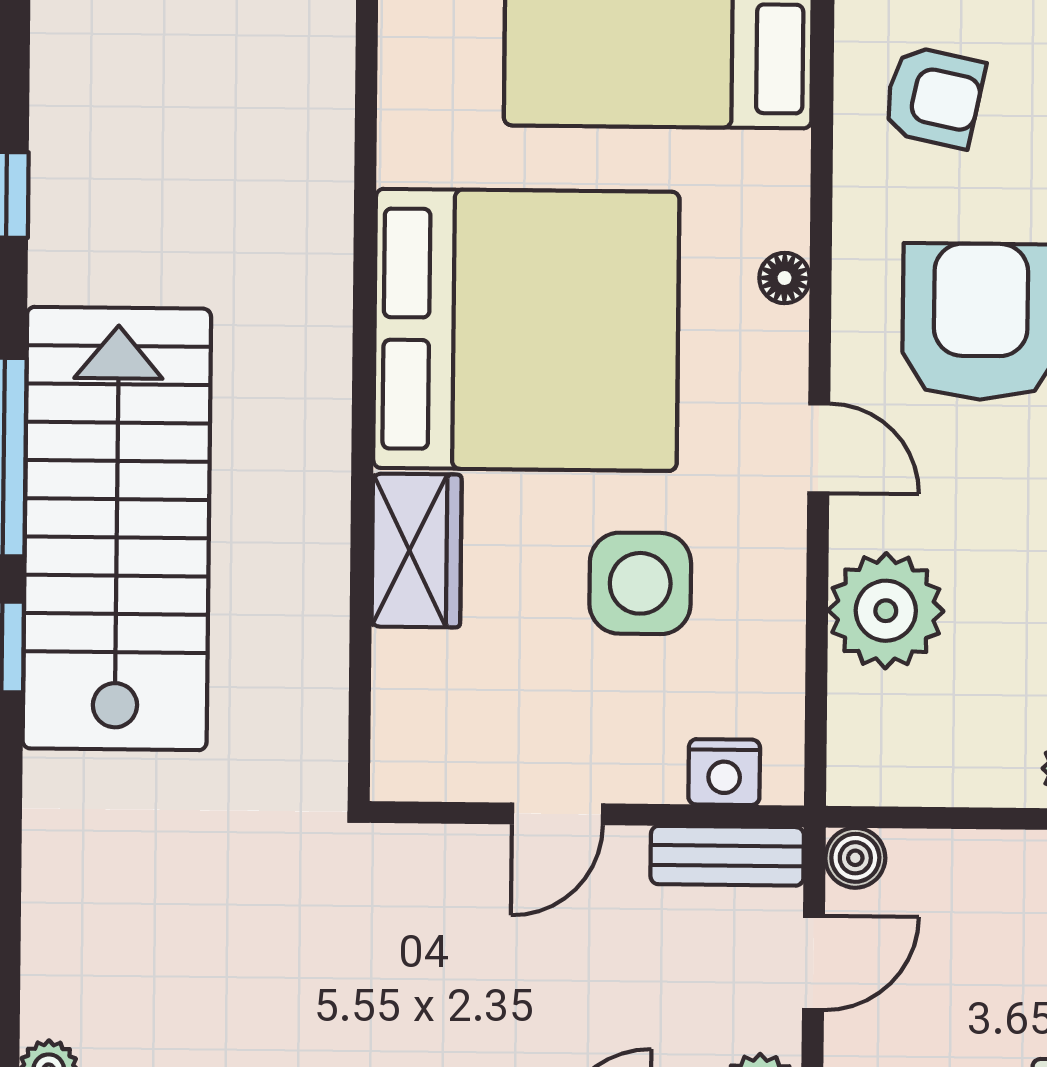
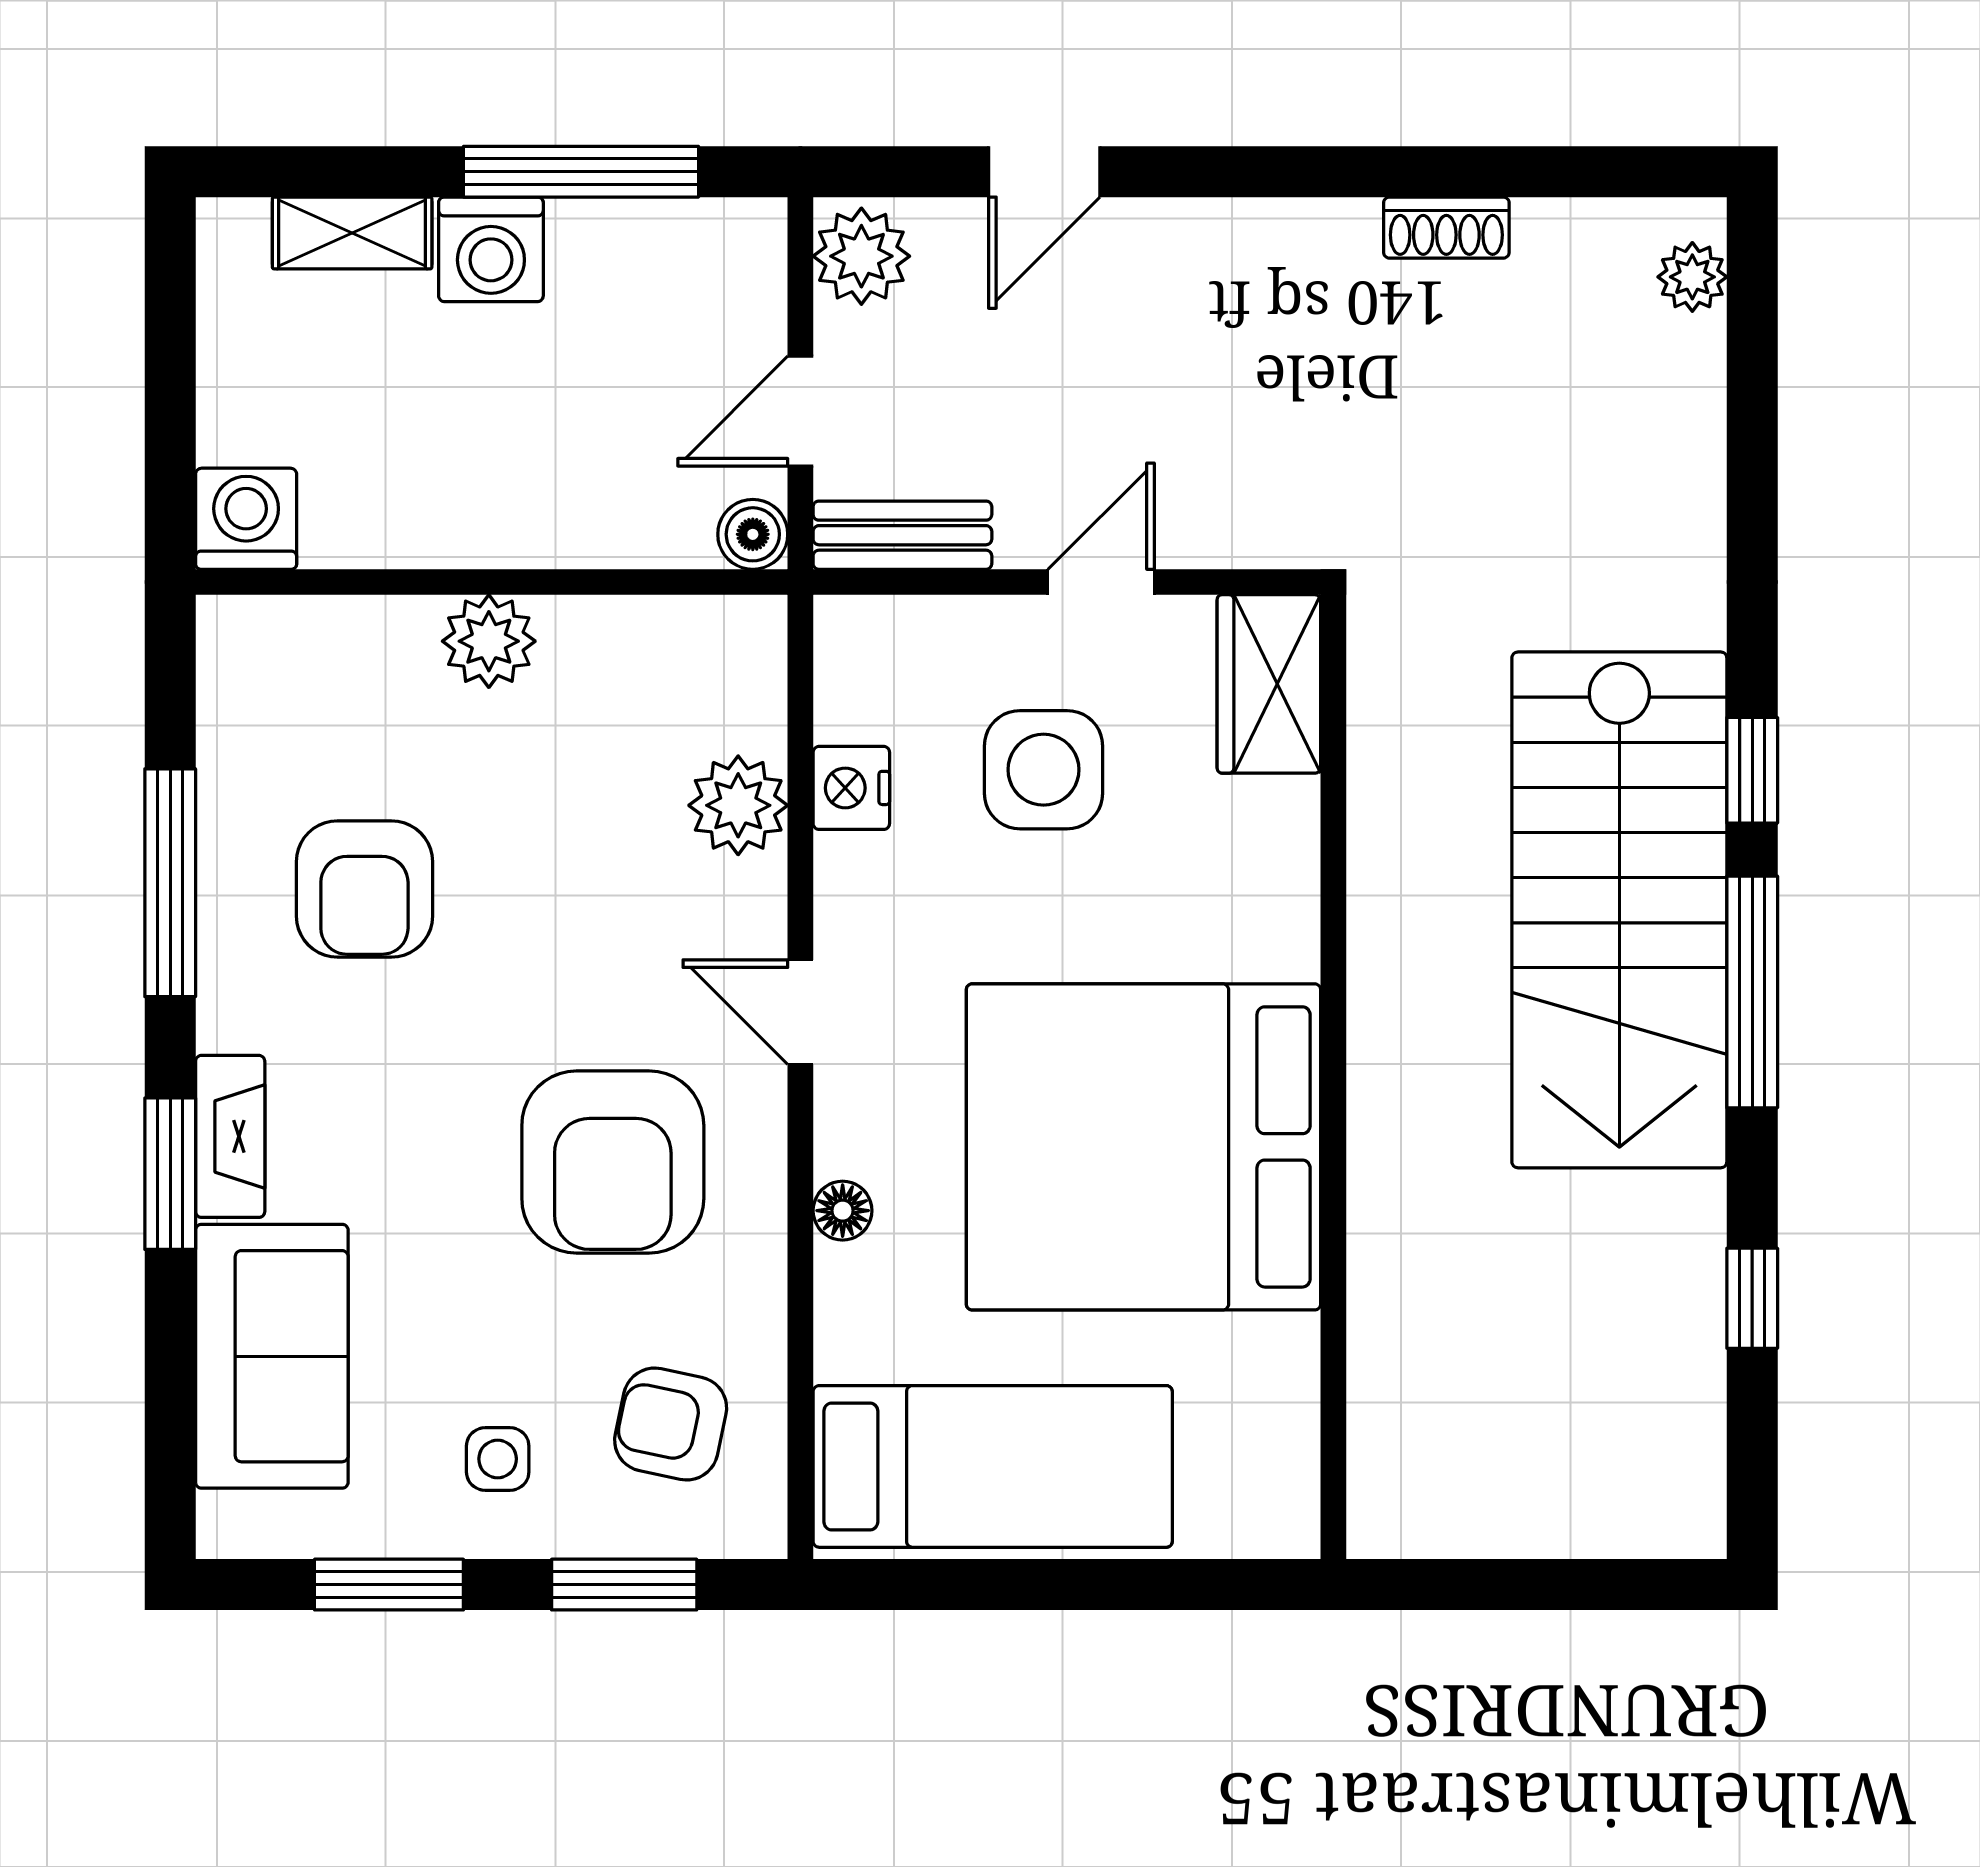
wardrobe: (417, 551) -> (1269, 684), moved
side table: (640, 583) -> (1044, 770), moved
plant: (886, 611) -> (738, 805), width x0.73, depth x0.73
nightstand: (724, 772) -> (851, 788), moved, turned -90

